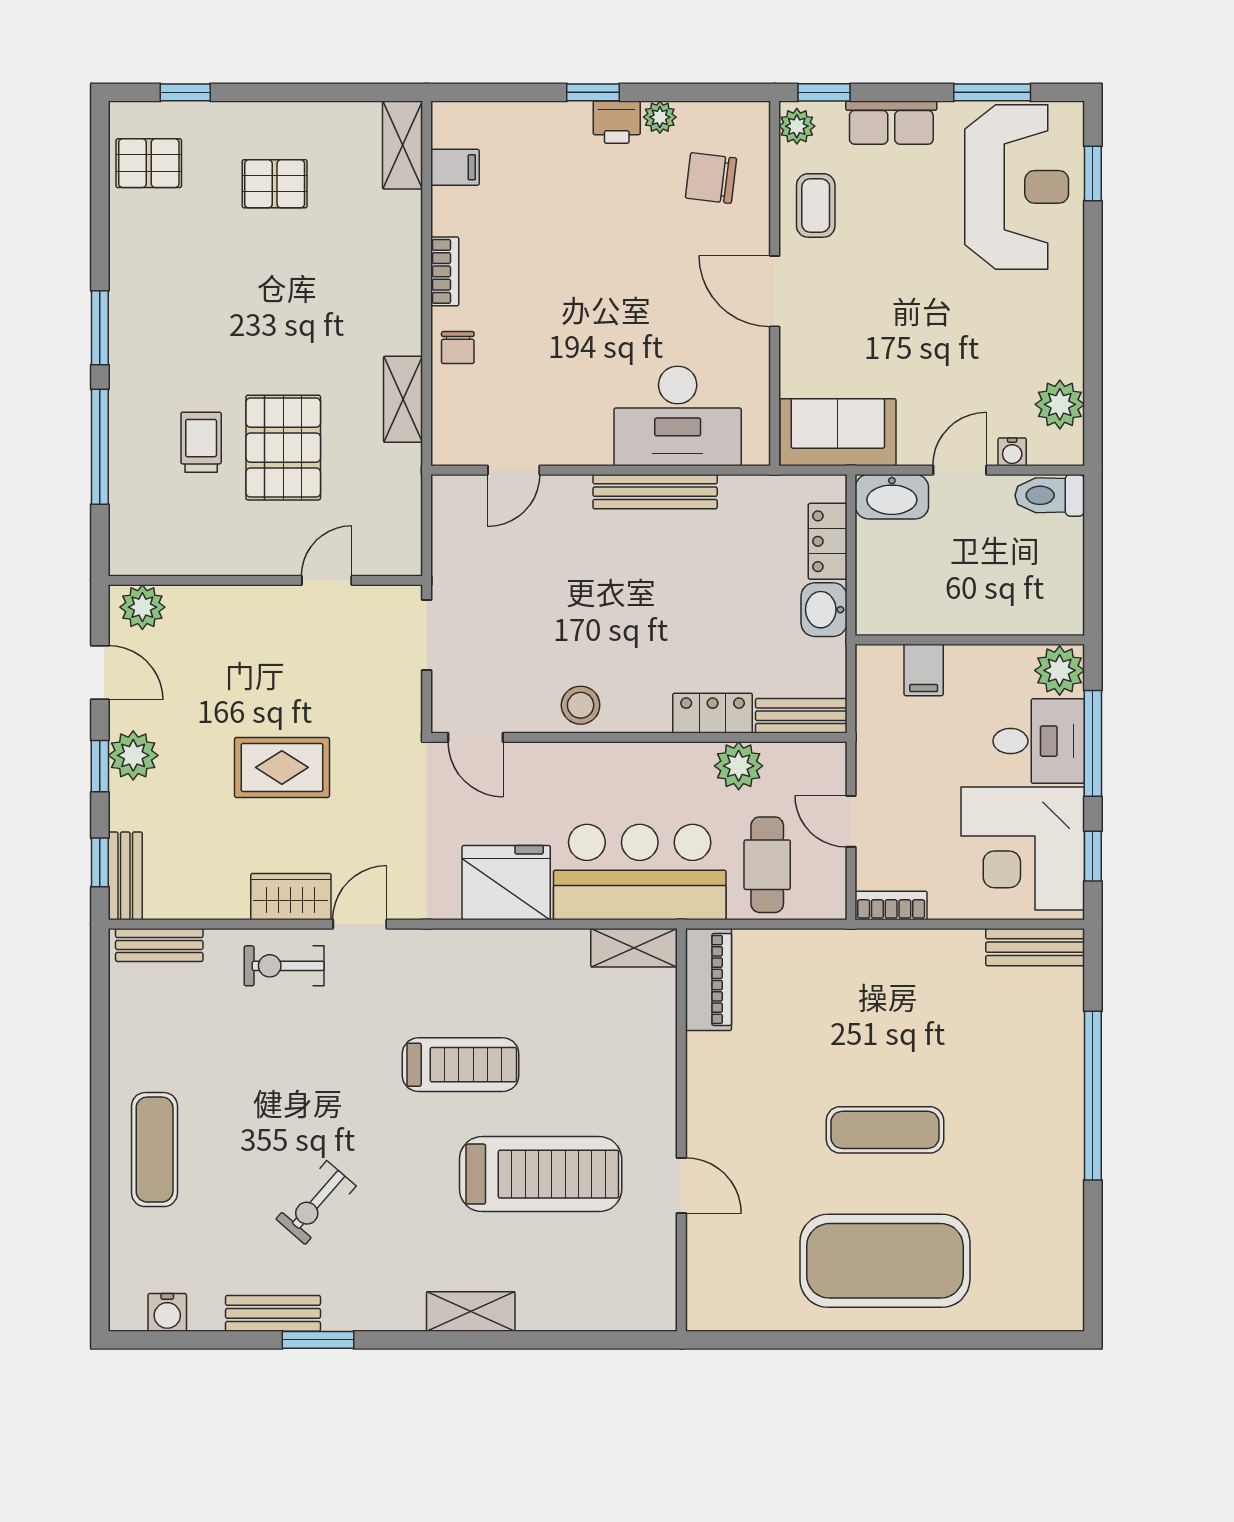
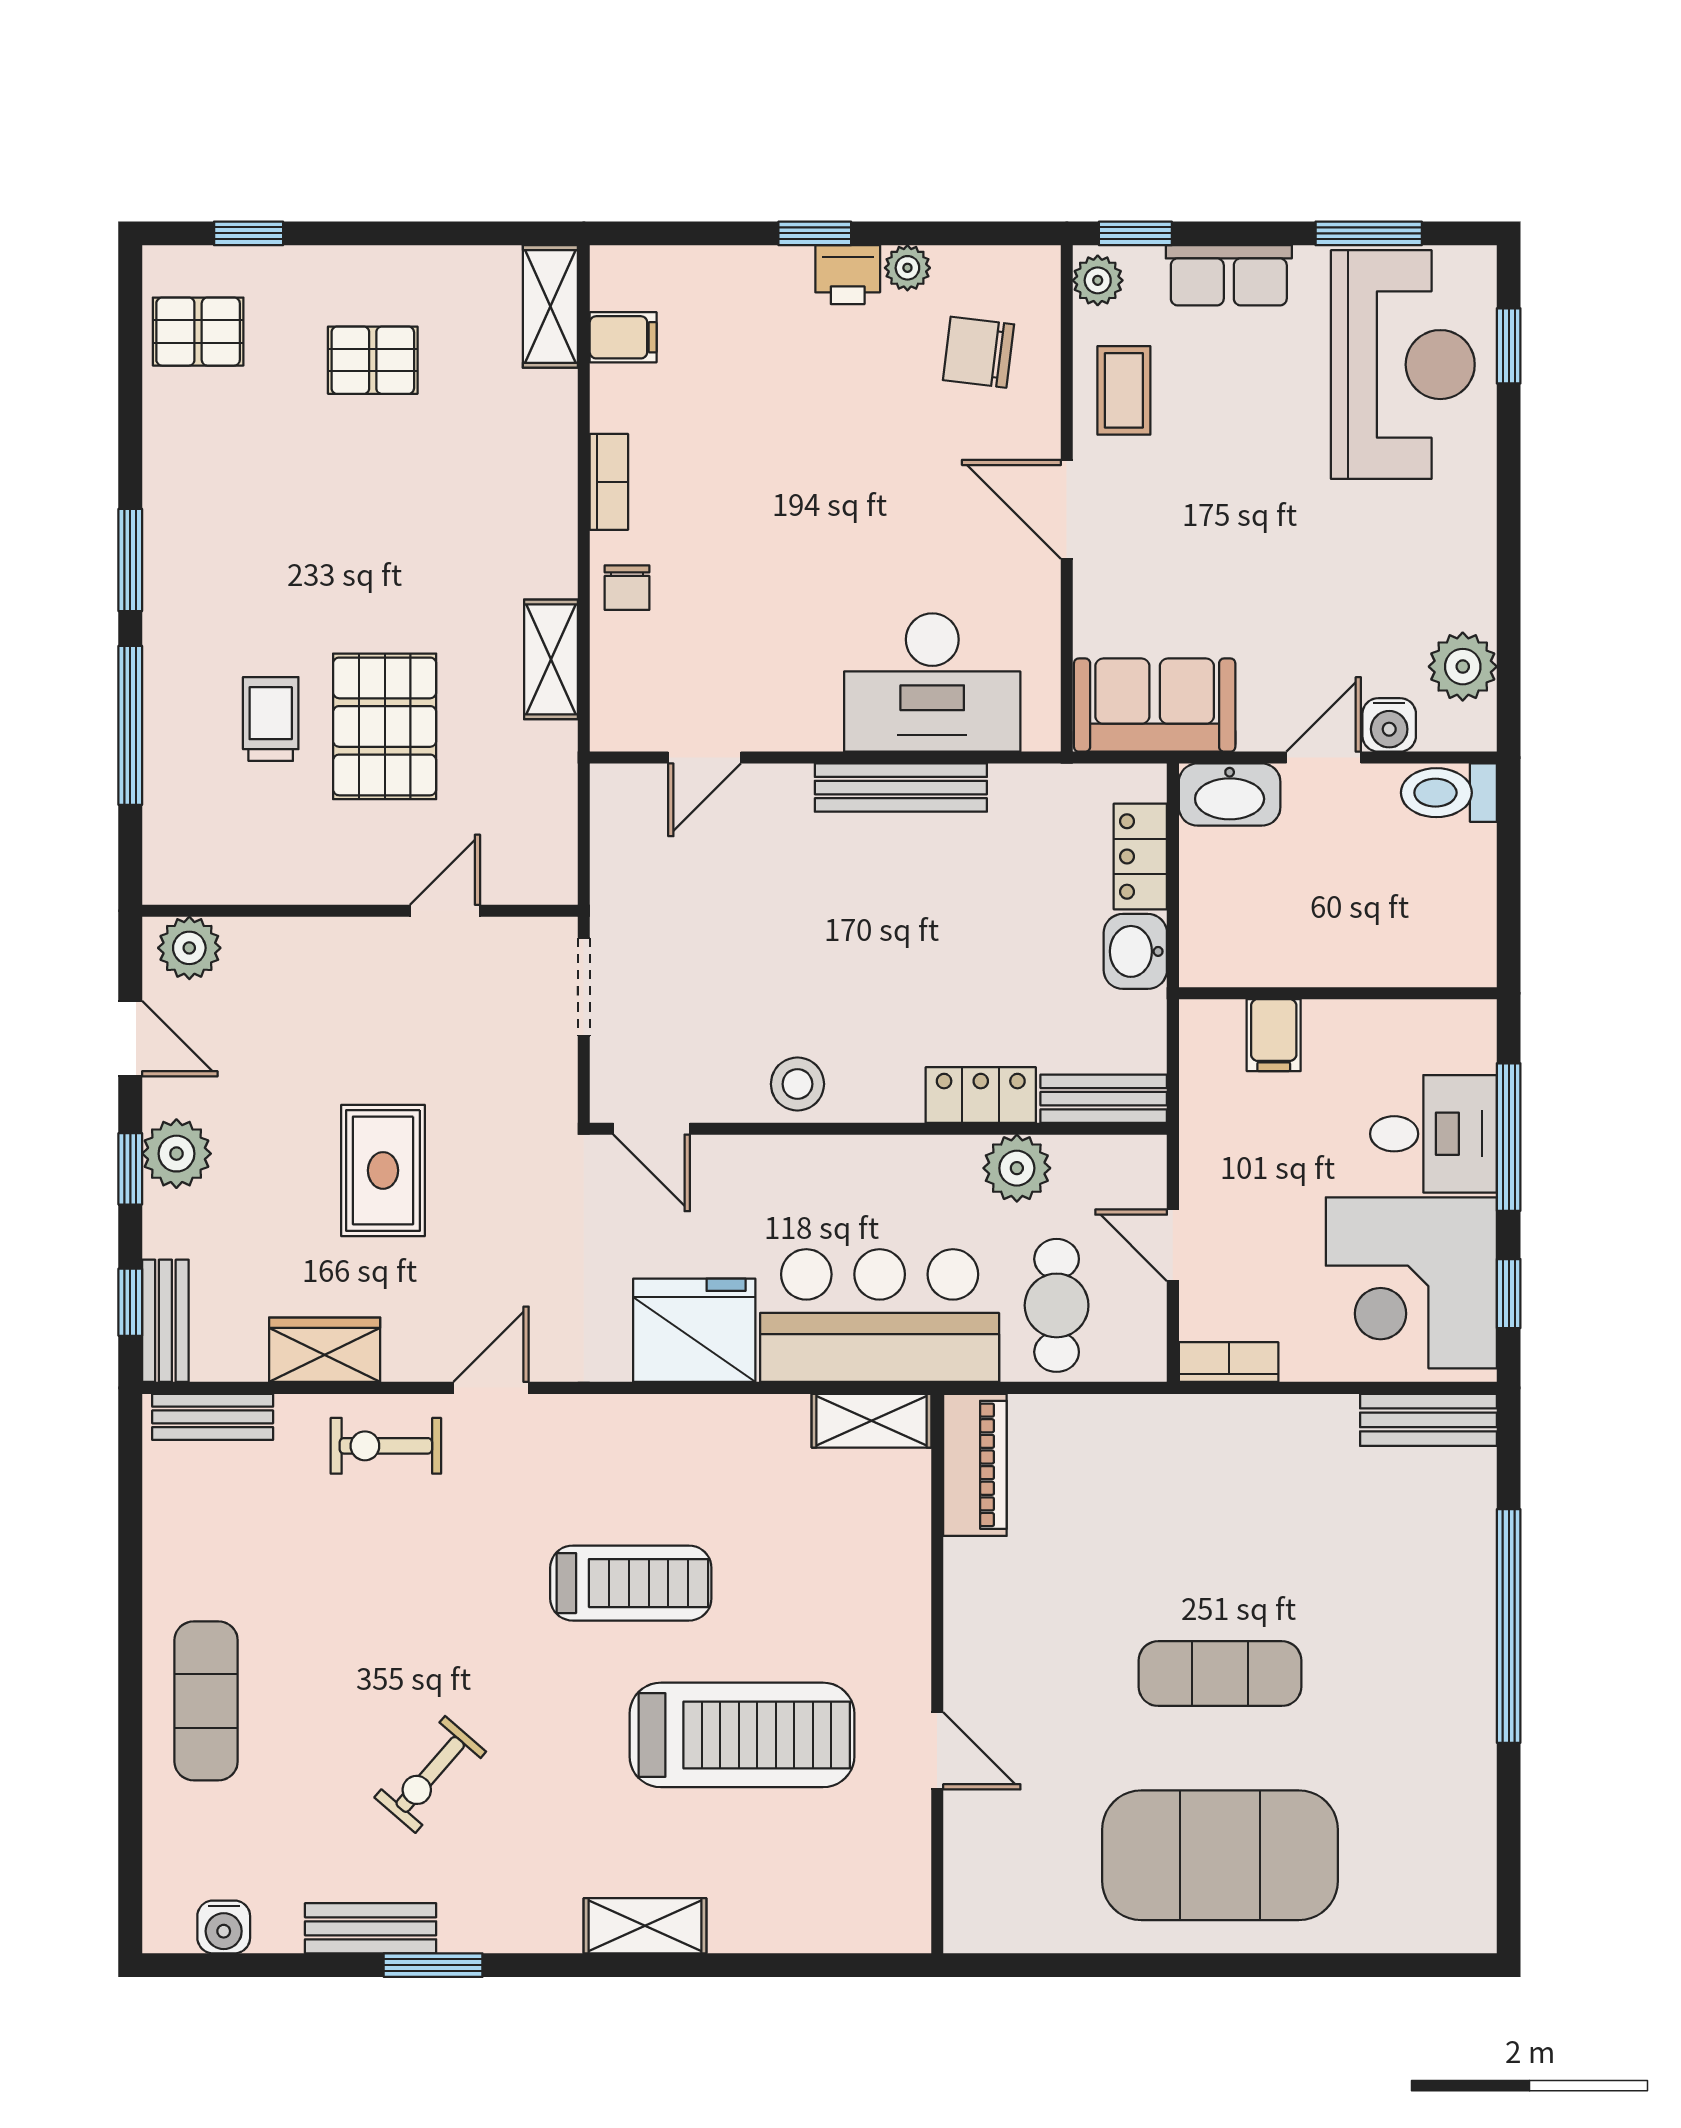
water cooler: (1012, 452) -> (1389, 725), width x1.38, depth x1.38
plant: (1060, 670) -> (1462, 1036), removed
rug: (282, 767) -> (383, 1170), turned 90
wardrobe: (291, 897) -> (325, 1350), moved

